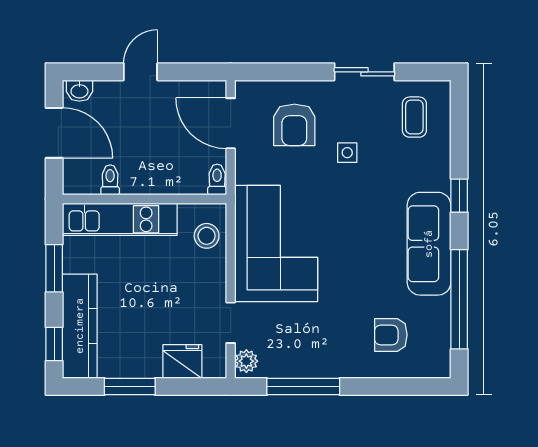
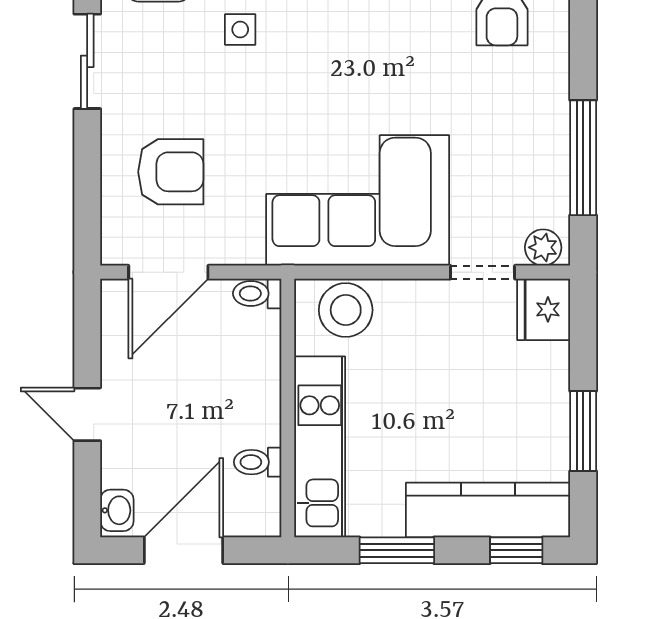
side table: (347, 153) -> (240, 30), moved
stool: (207, 236) -> (346, 310), width x1.38, depth x1.38
fridge: (182, 361) -> (544, 309), moved

